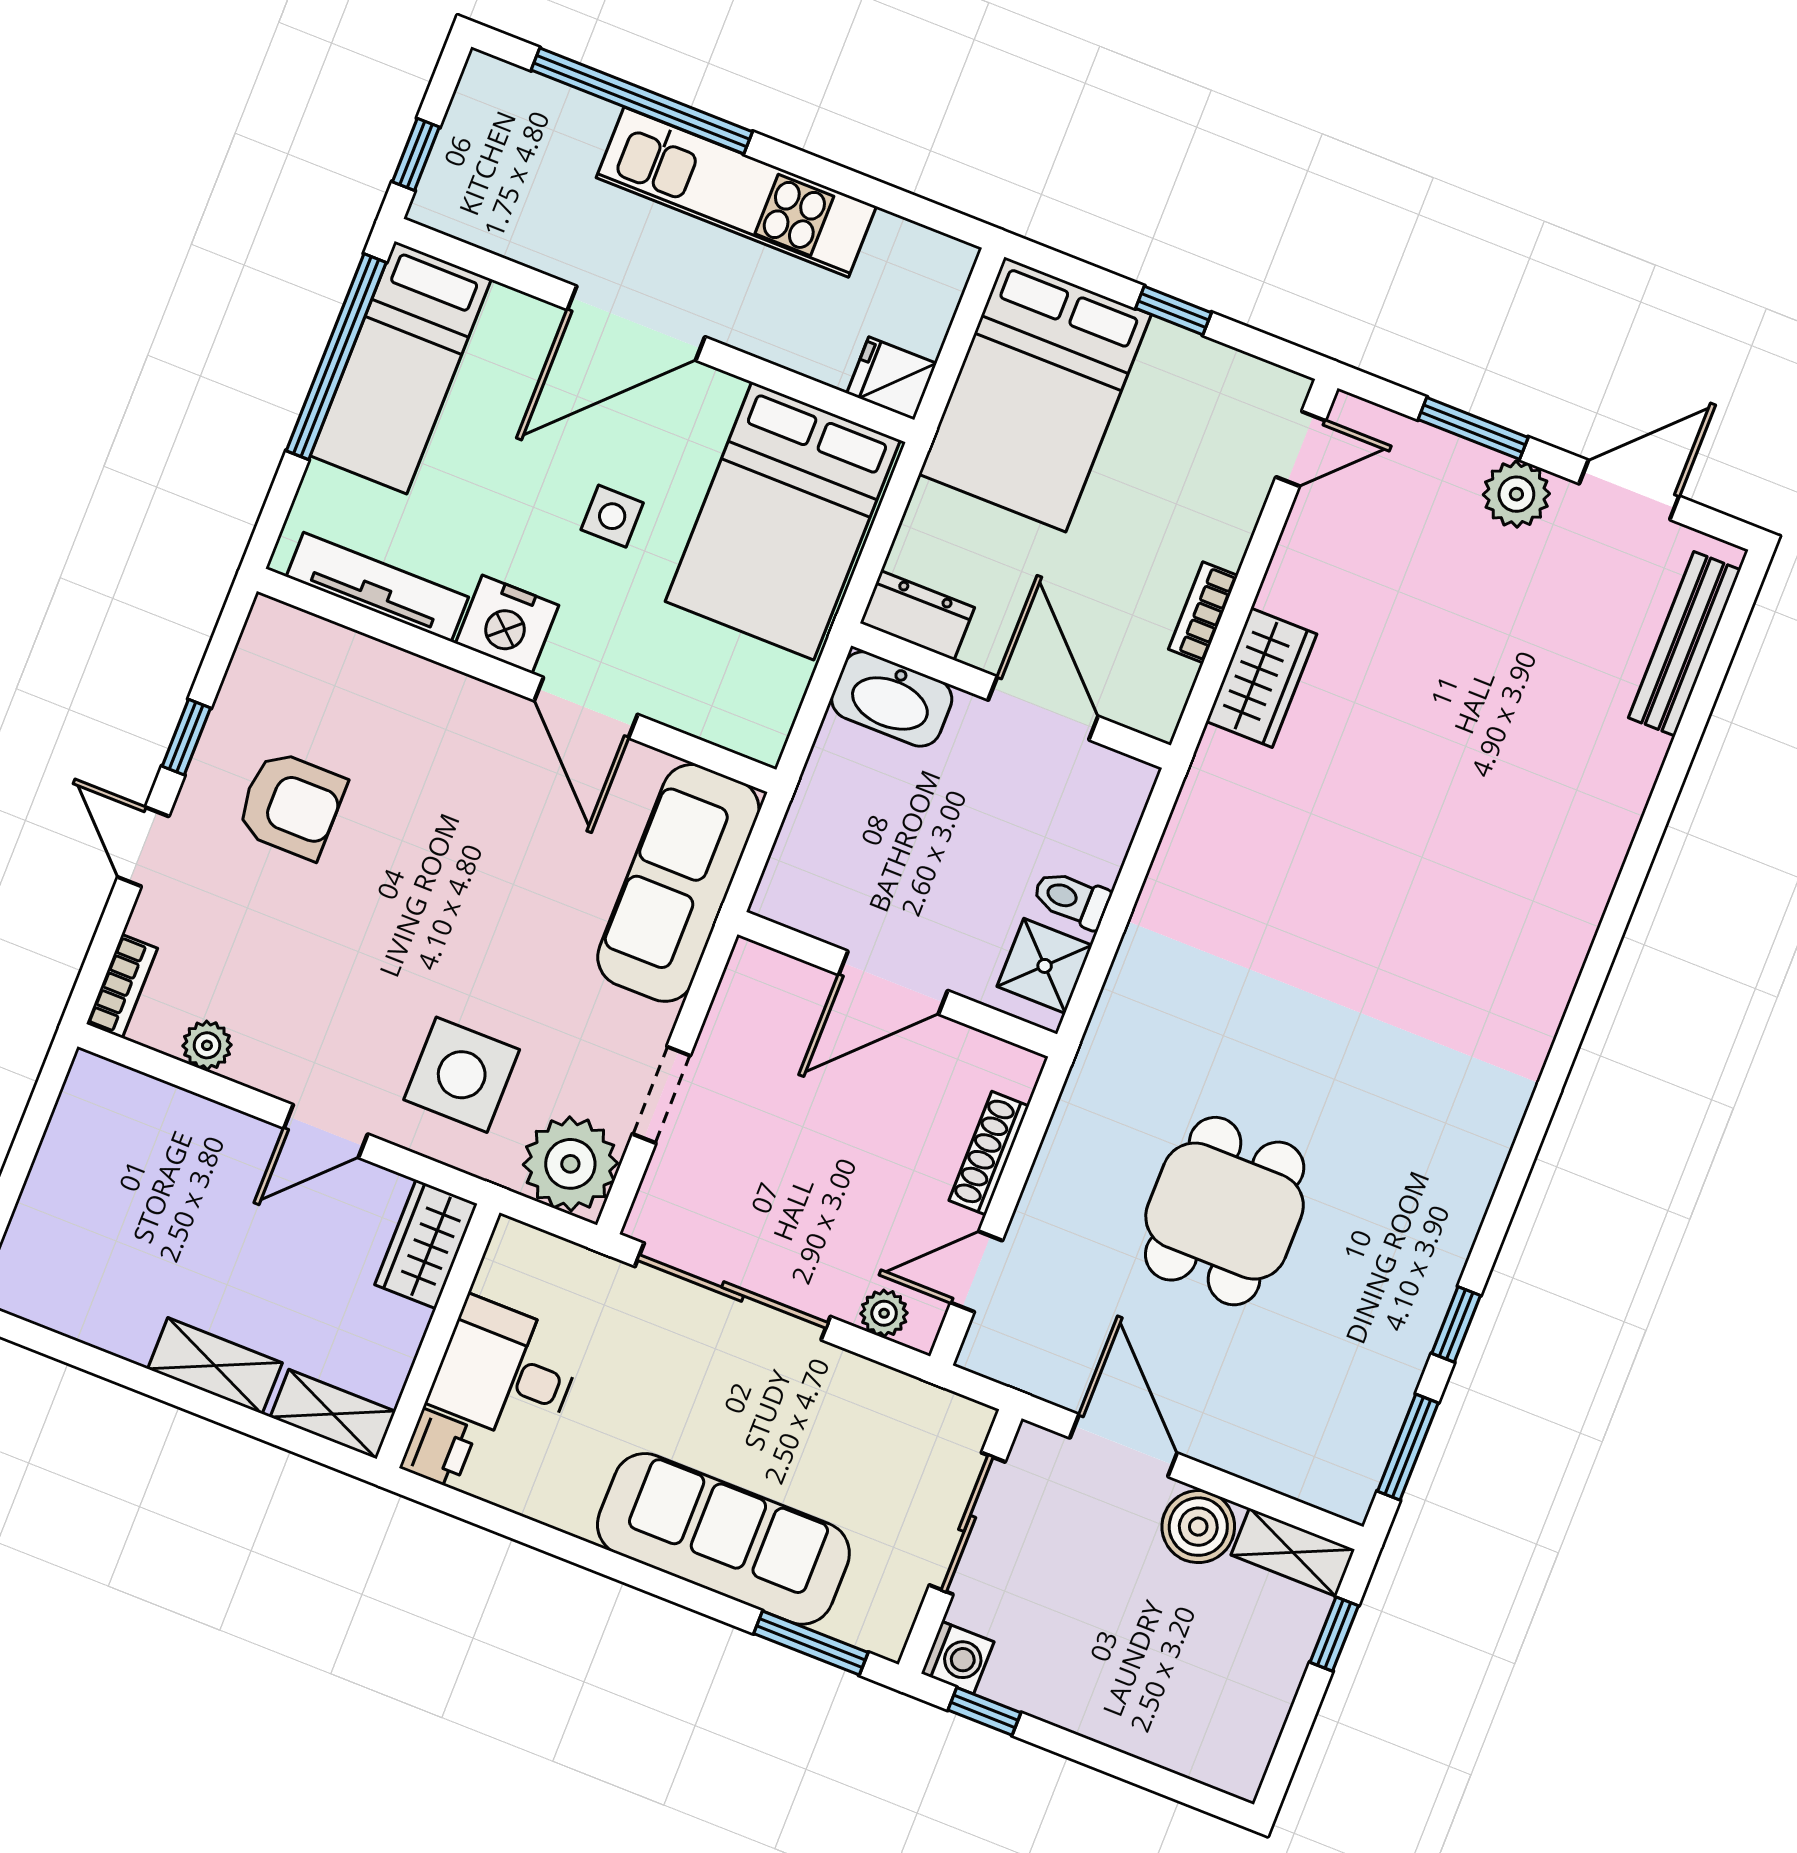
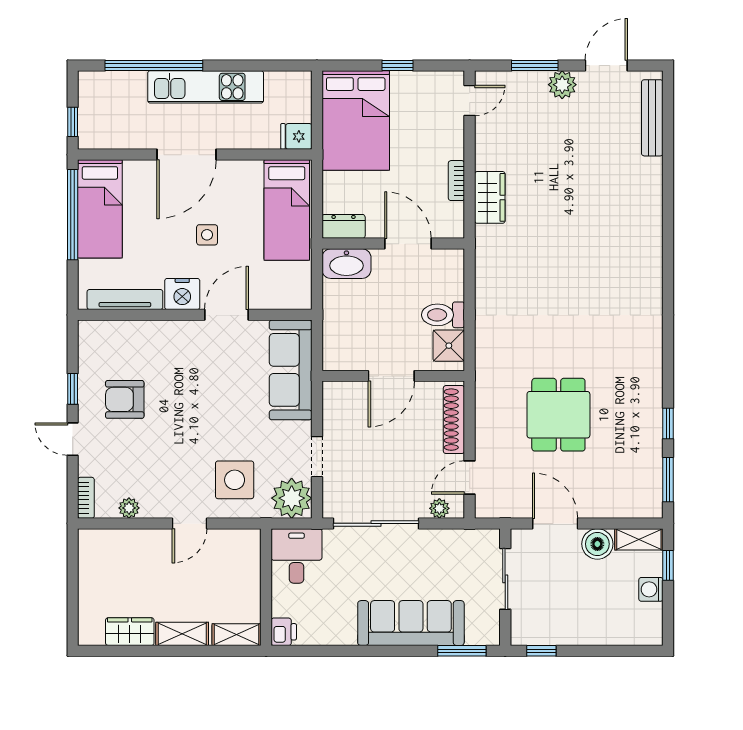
bed: (783, 521) -> (287, 210), width x0.67
door: (586, 708) -> (226, 315), swing flipped
armchair: (291, 805) -> (125, 399), turned 180
toilet: (1072, 899) -> (443, 315), width x1.37, depth x1.39
shoe rack: (989, 1153) -> (454, 420), width x1.36, depth x1.24
wardrobe: (426, 1244) -> (130, 632), moved, turned 90
desk: (506, 1371) -> (296, 556), moved, turned 90
washing machine: (957, 1658) -> (651, 589), moved, turned 180

